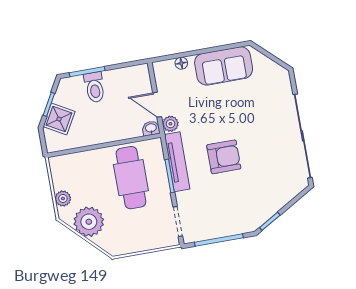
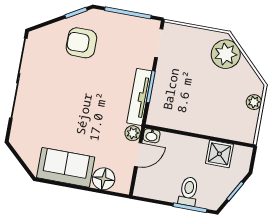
floor lamp: (181, 63) -> (104, 179), width x1.89, depth x1.89
door: (157, 105) -> (138, 155), hinge flipped
shower: (59, 119) -> (219, 154), moved, turned -30
armchair: (224, 157) -> (81, 43), moved
cafe table: (131, 178) -> (186, 98), removed
plant: (89, 222) -> (226, 54), moved

